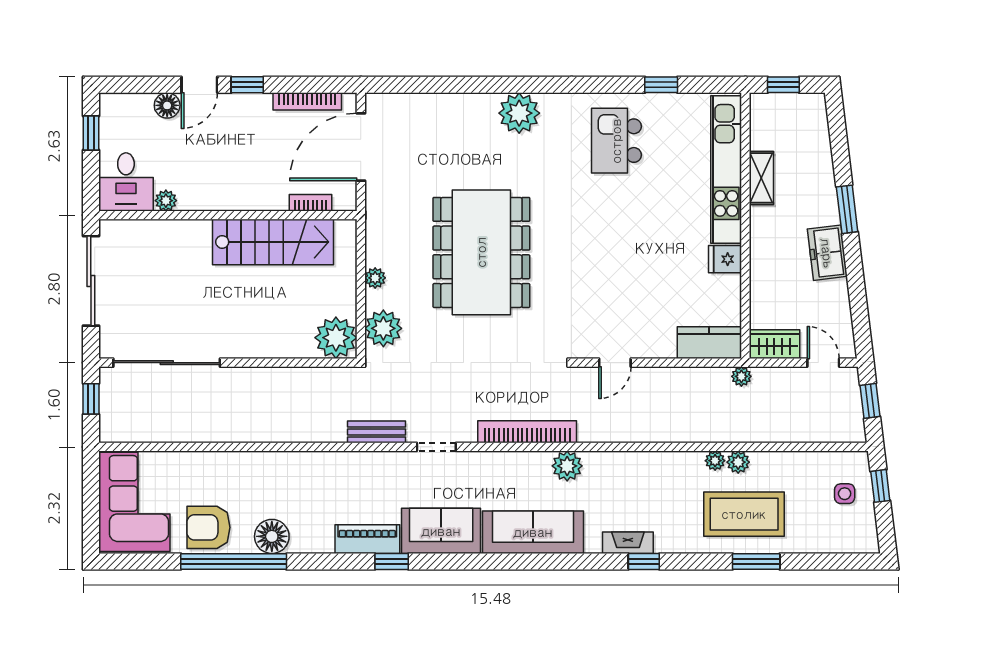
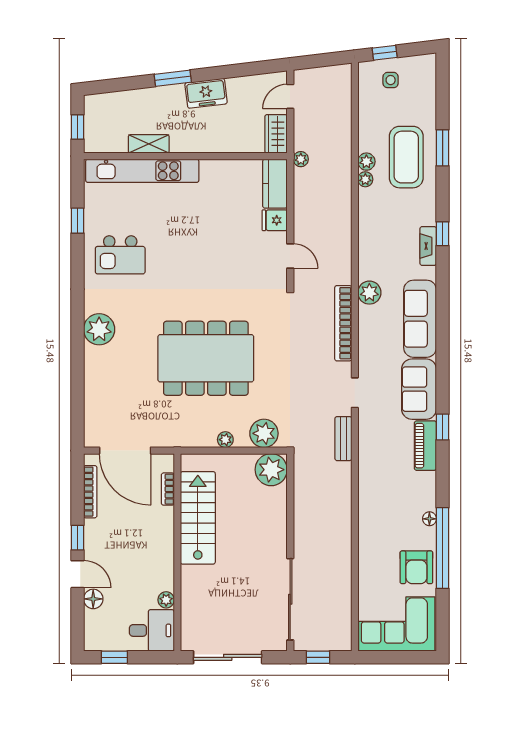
fridge: (725, 259) -> (275, 220), moved, turned 90
window: (870, 401) -> (320, 61), removed
floor lamp: (272, 536) -> (429, 519), width x0.53, depth x0.53

